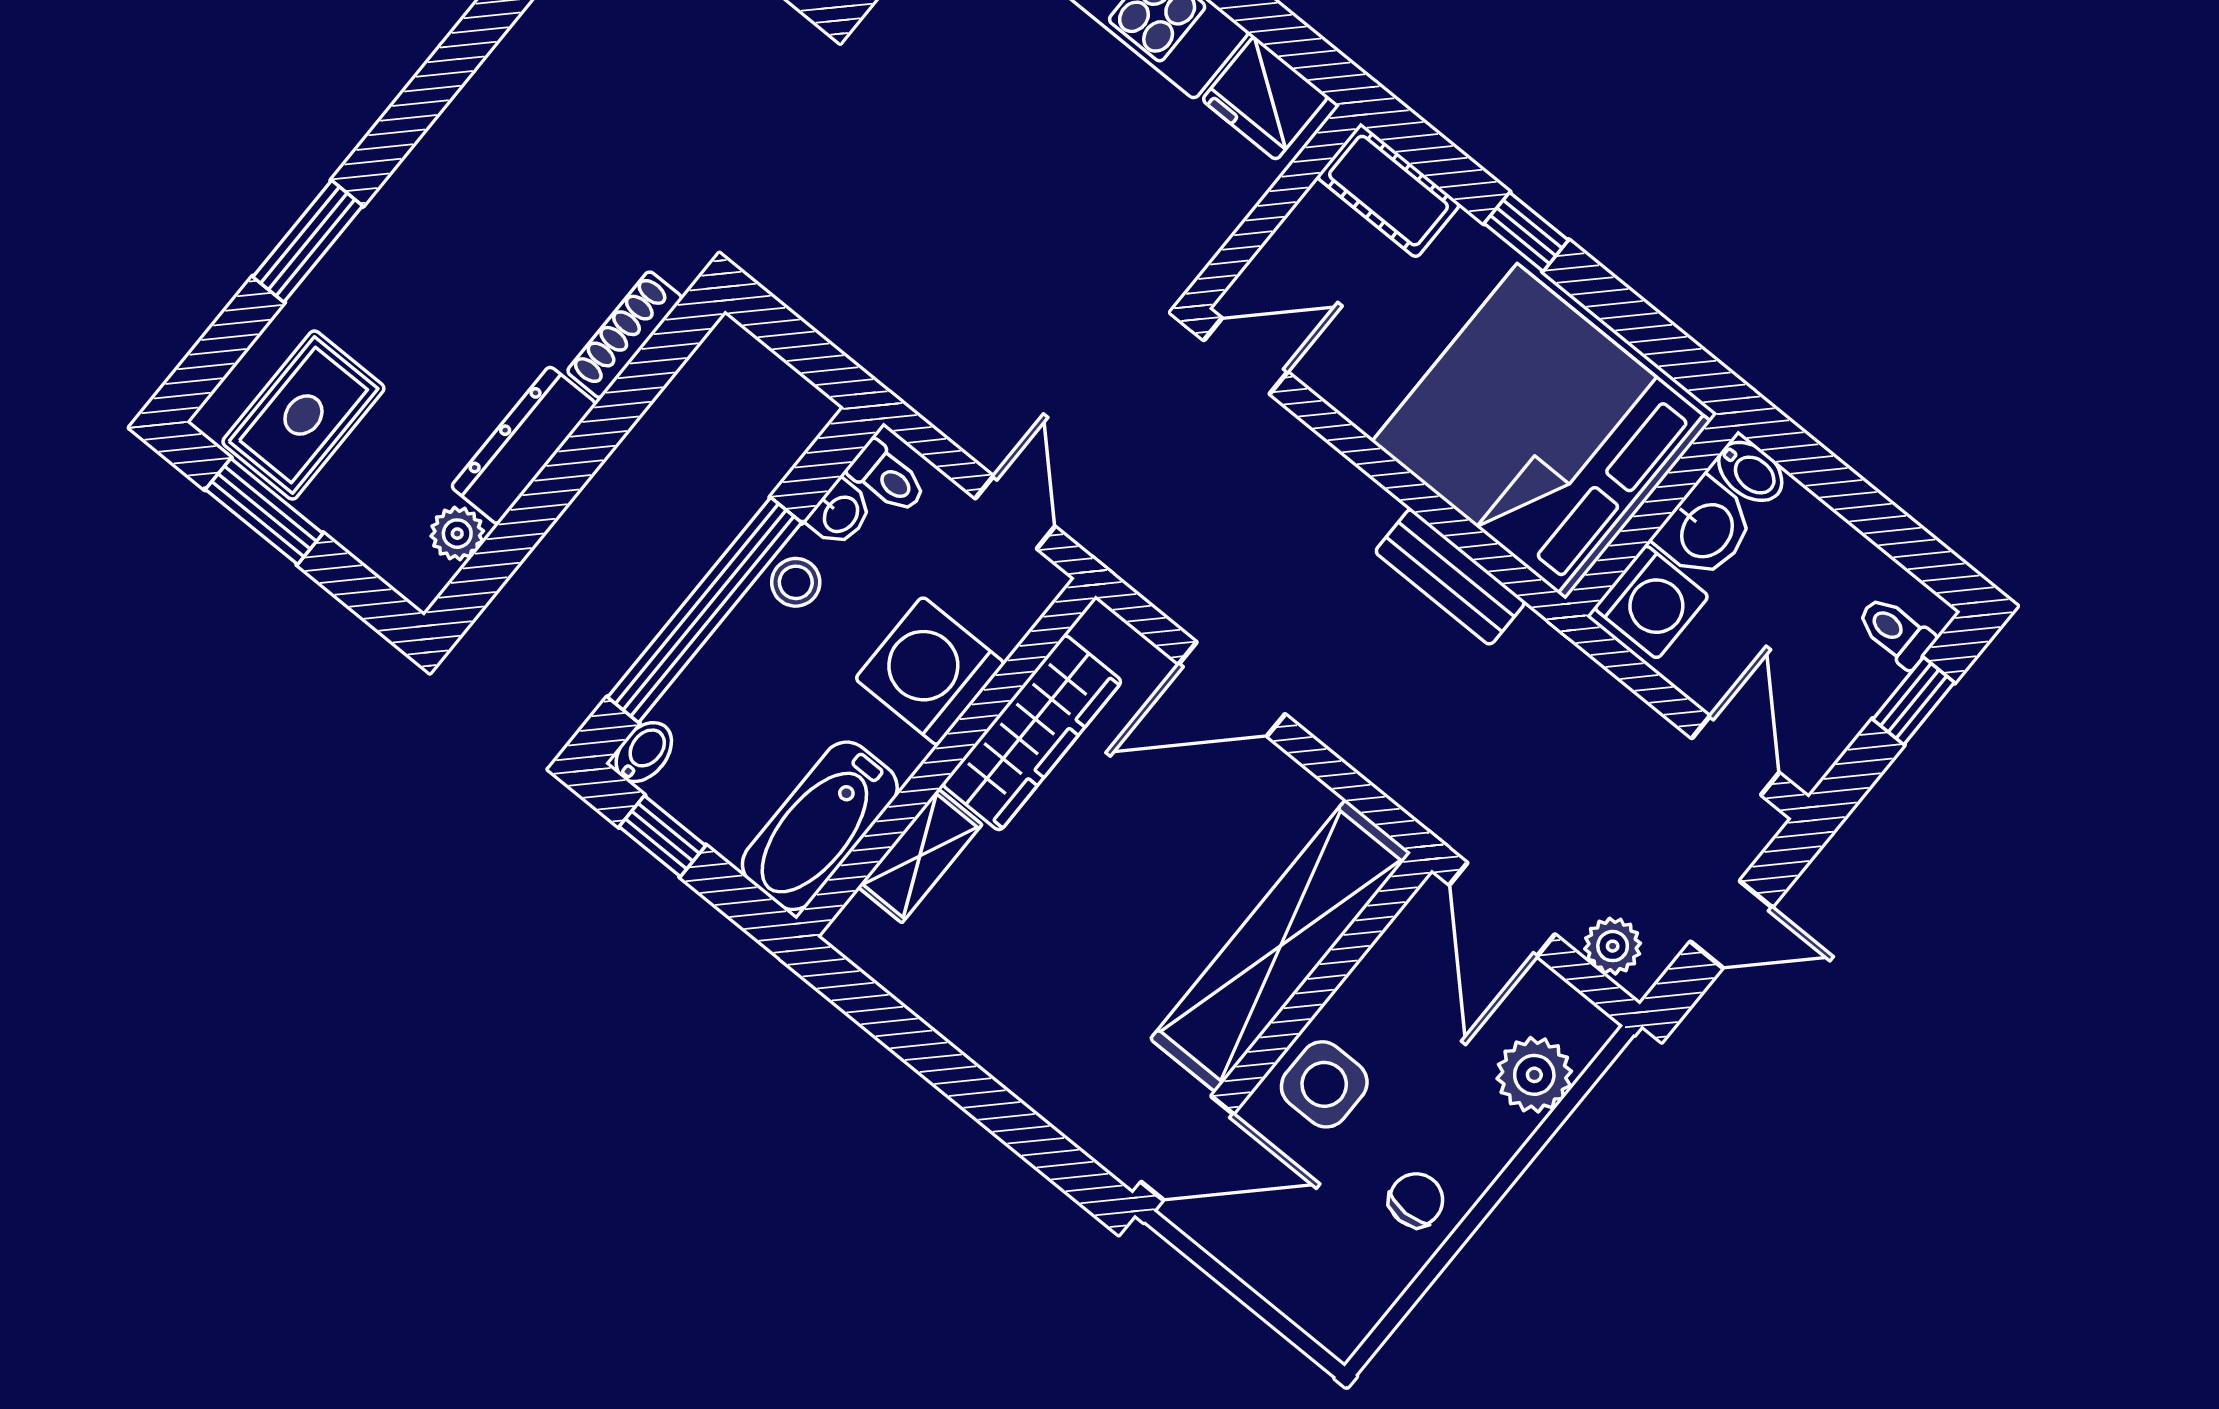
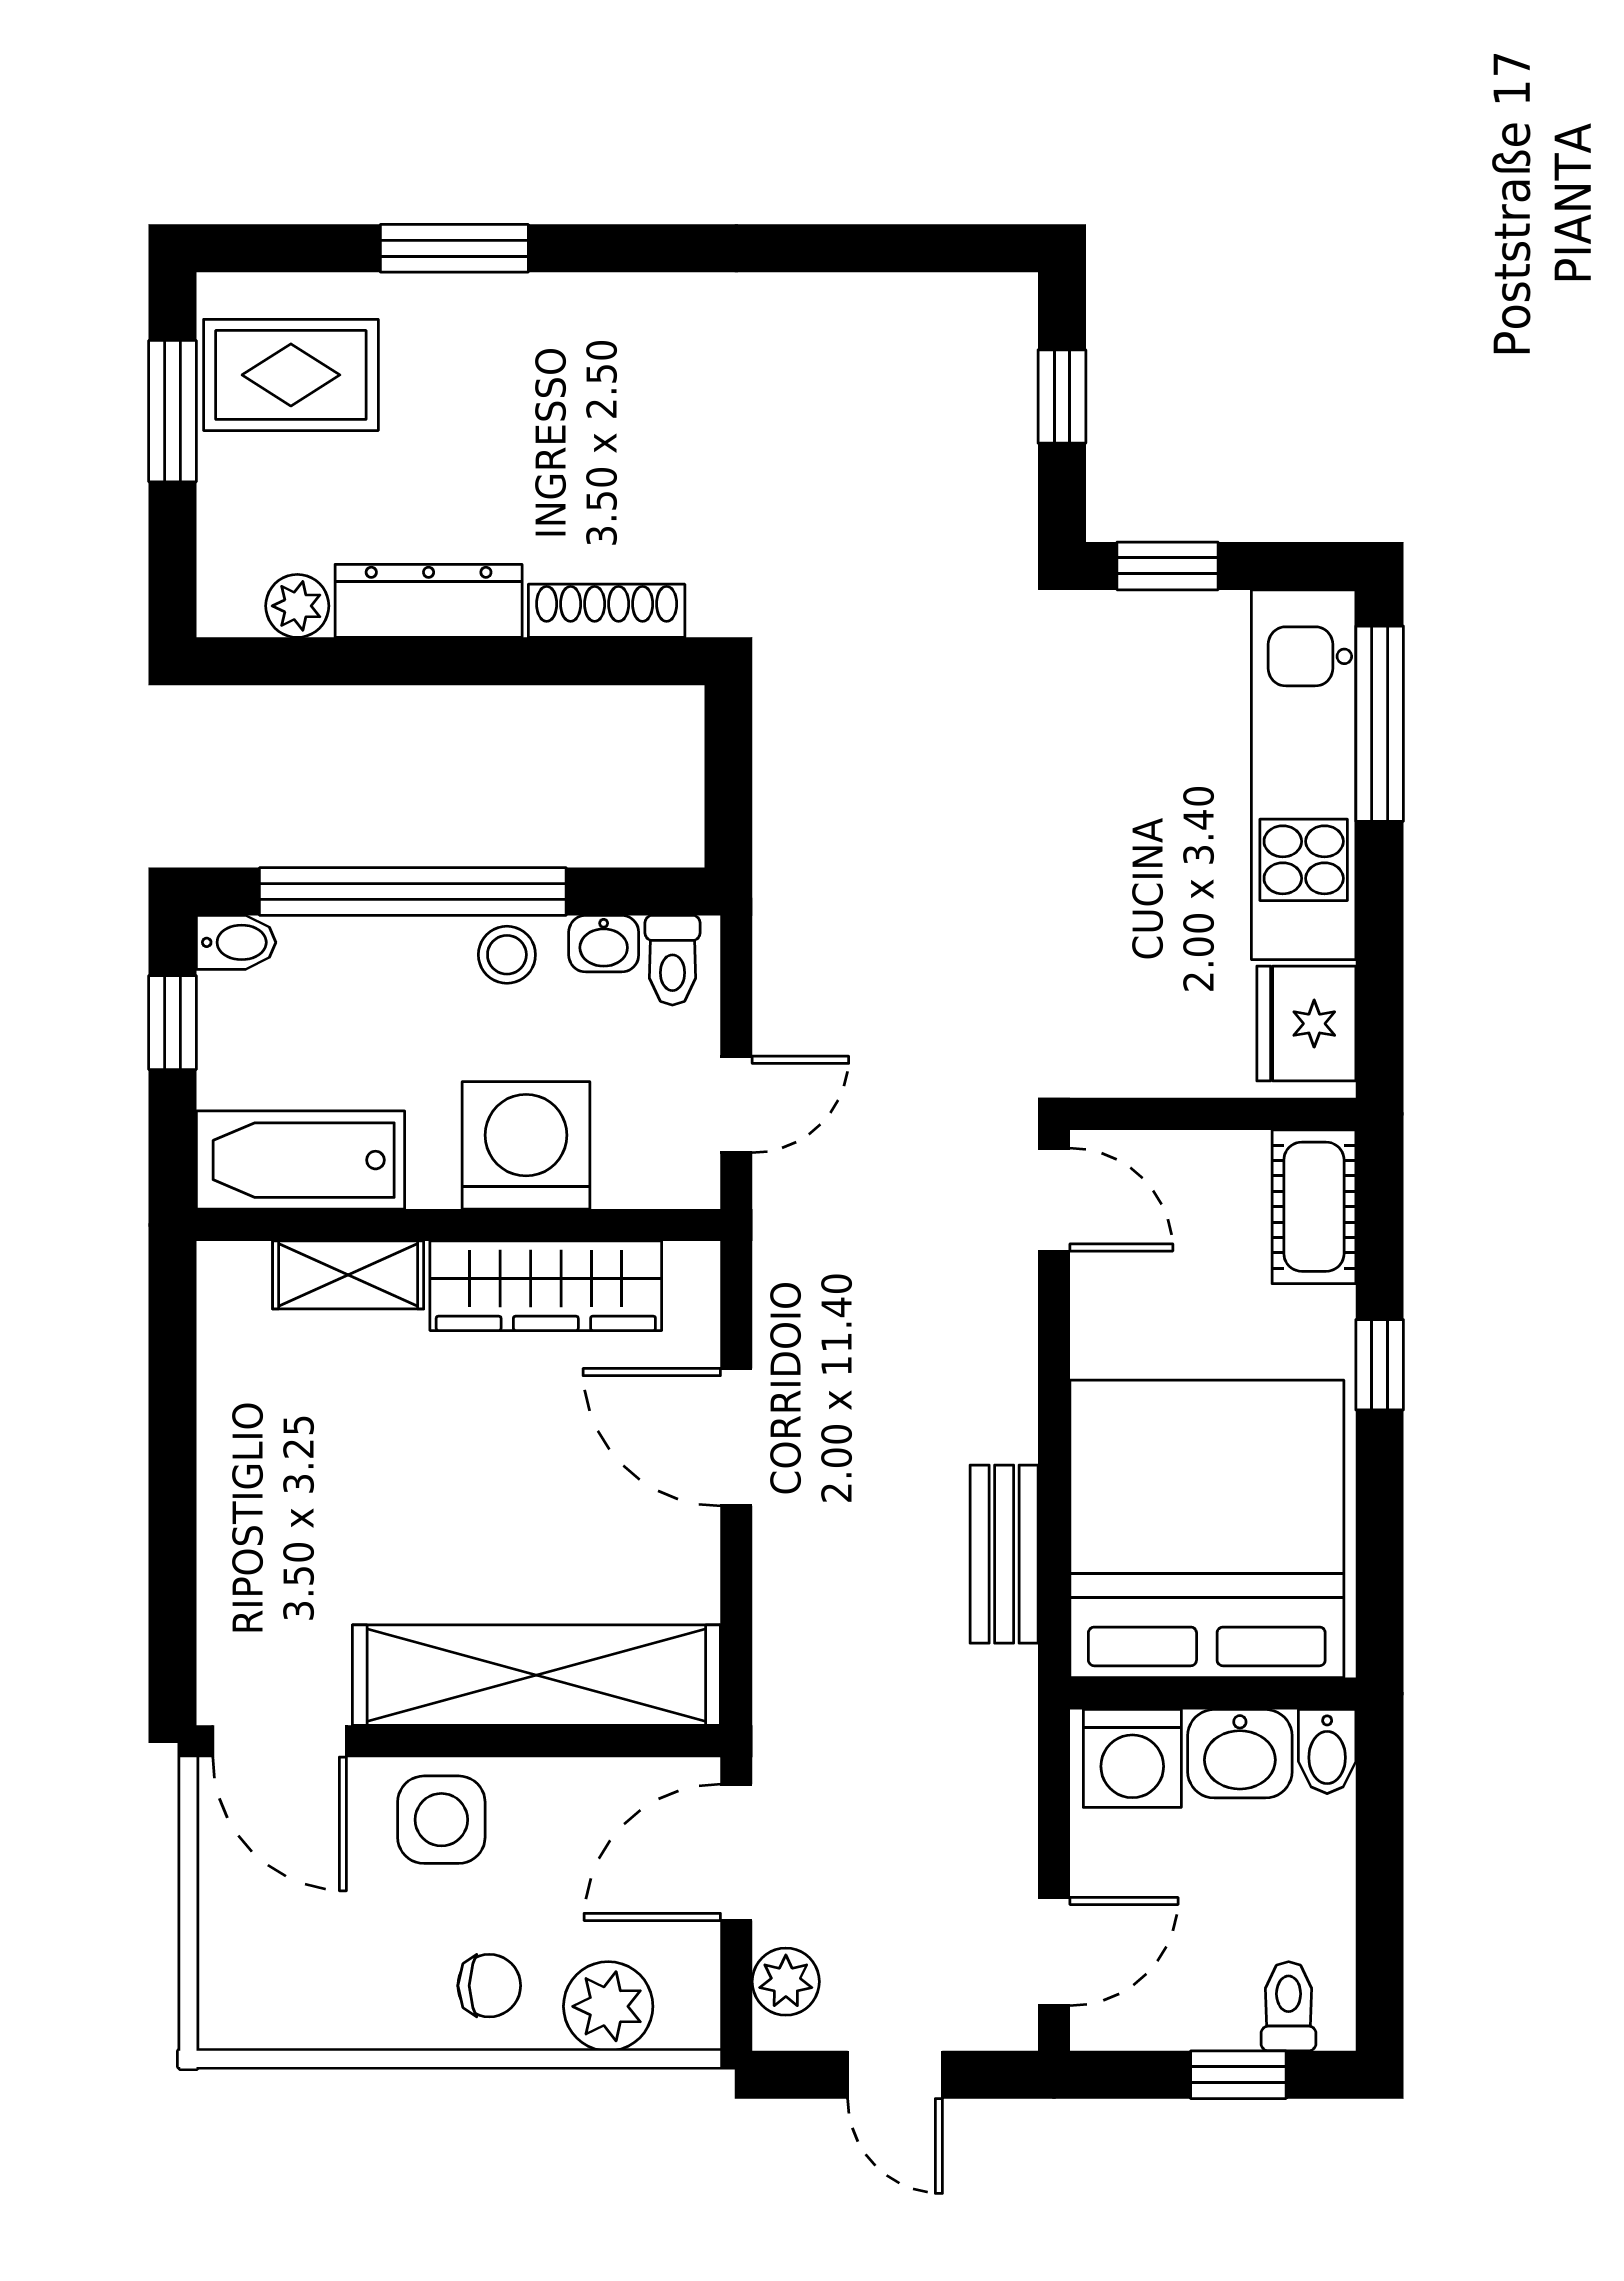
chair: (1416, 1200) -> (489, 1986), moved

